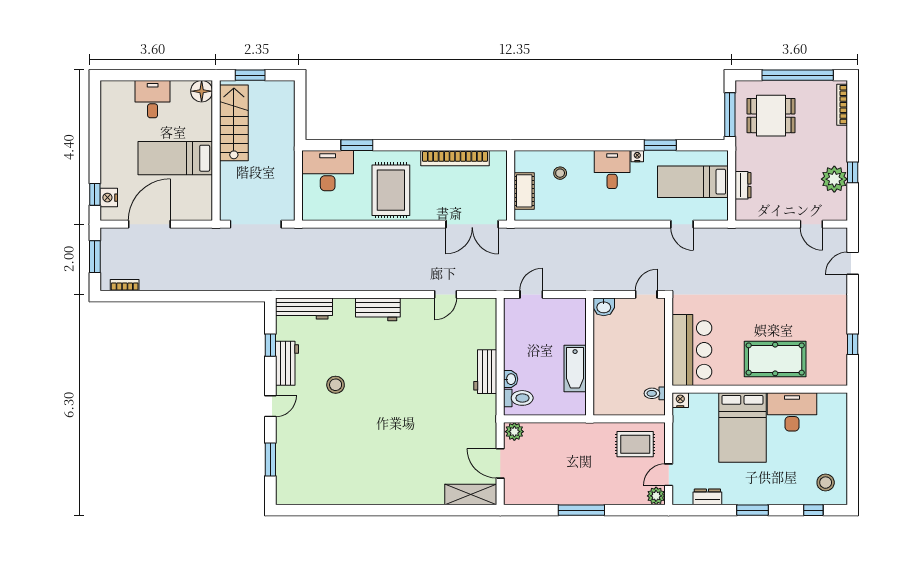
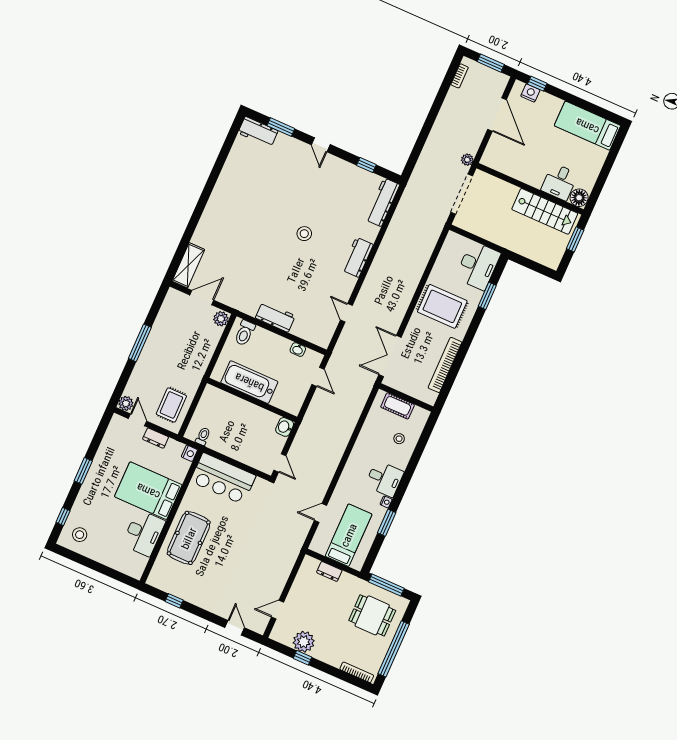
desk: (153, 99) -> (560, 182), moved, turned 90
dining table: (771, 116) -> (372, 615), turned 90
bed: (175, 158) -> (587, 126), moved, turned -90
plant: (215, 235) -> (467, 160), added
workbench: (287, 363) -> (258, 132), moved
bathtub: (575, 368) -> (249, 382), width x1.36, depth x1.36
washbasin: (511, 379) -> (298, 350), moved
stool: (336, 385) -> (304, 234), moved
dresser: (707, 497) -> (156, 438), moved, turned 90

